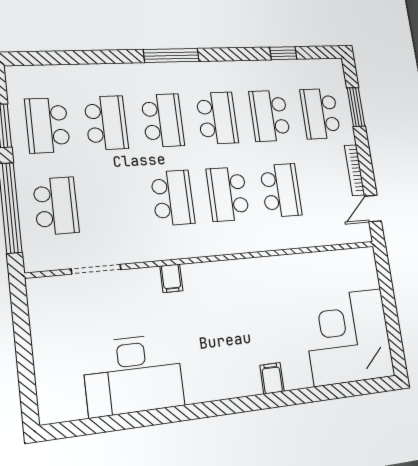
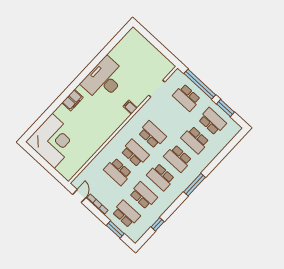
school desk: (173, 198) -> (152, 135), turned 180
desk: (133, 375) -> (104, 79), moved
filing cabinet: (272, 378) -> (73, 100), width x2.00

